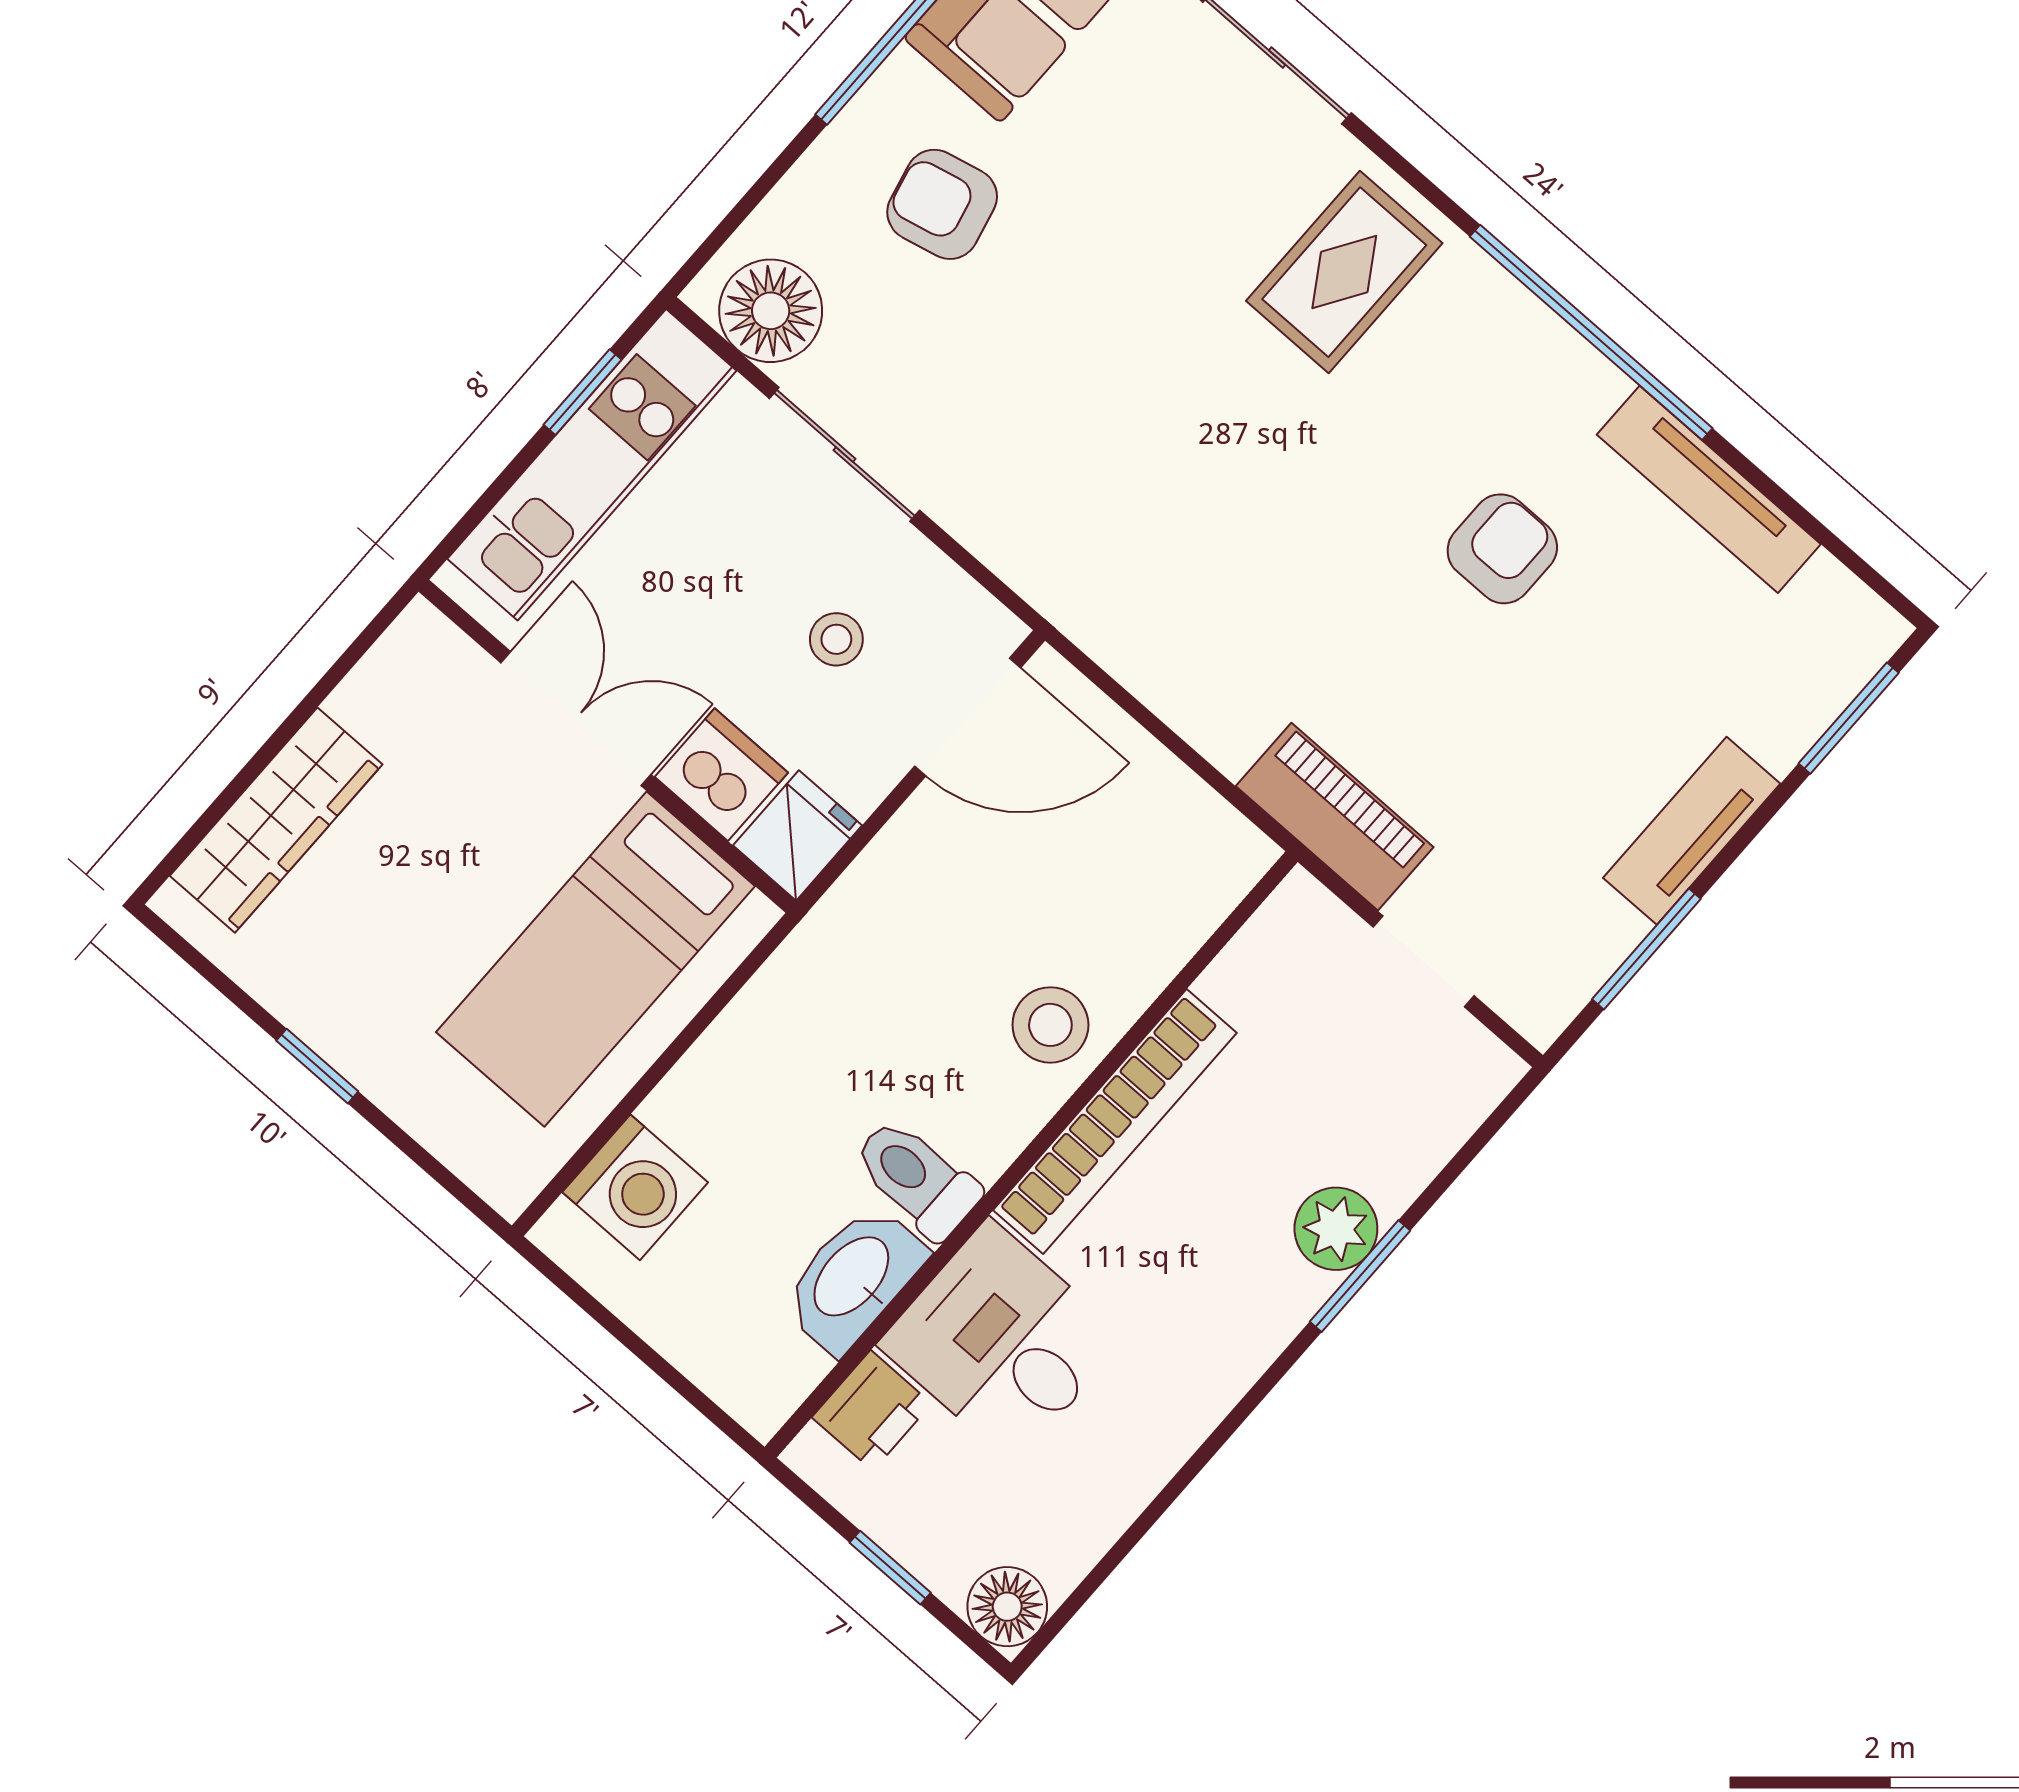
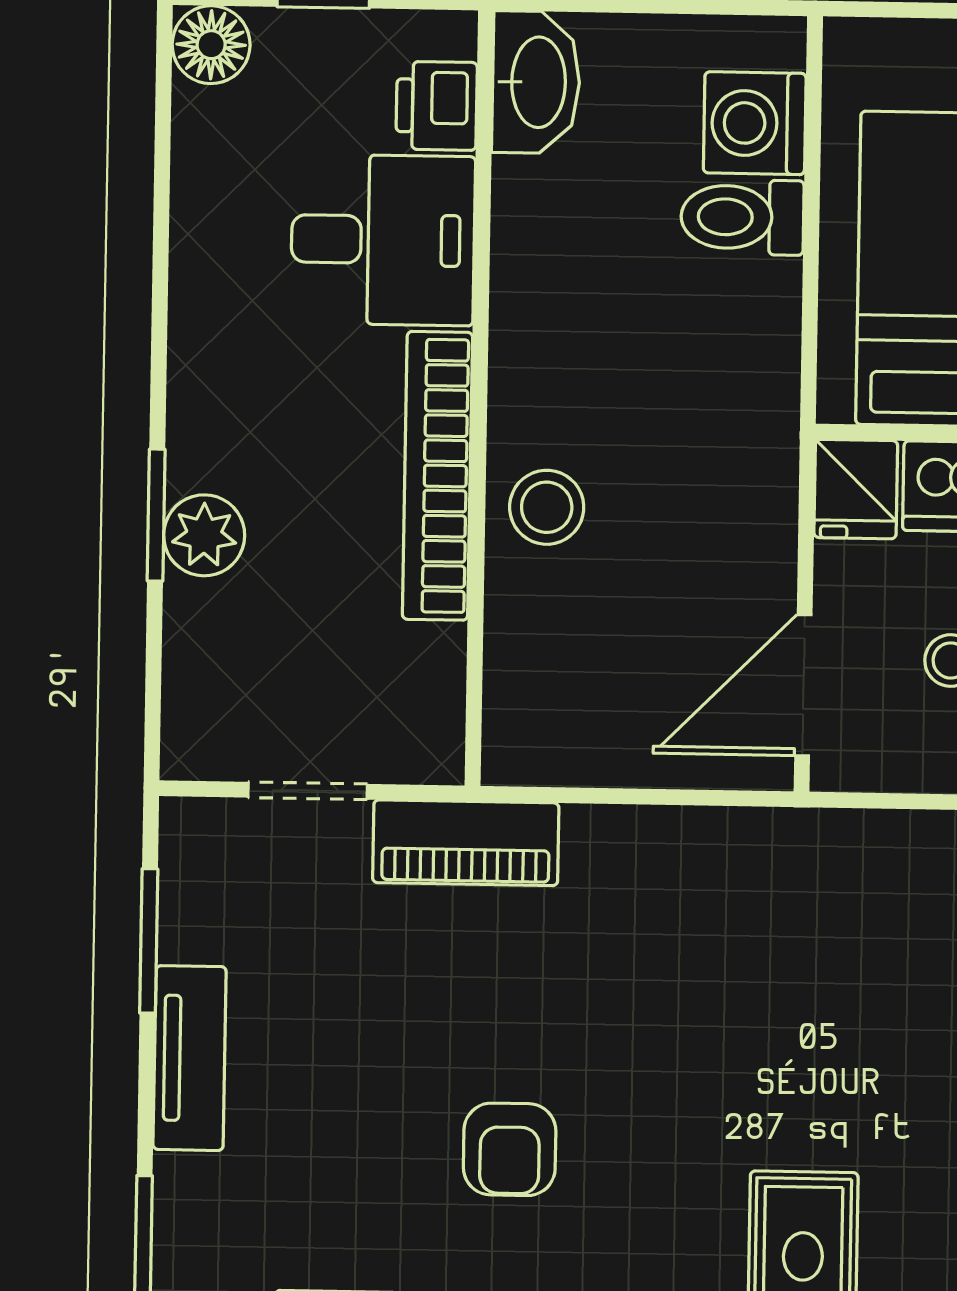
toilet: (916, 1178) -> (742, 217), moved, turned 180
washbasin: (853, 1278) -> (536, 82), moved

